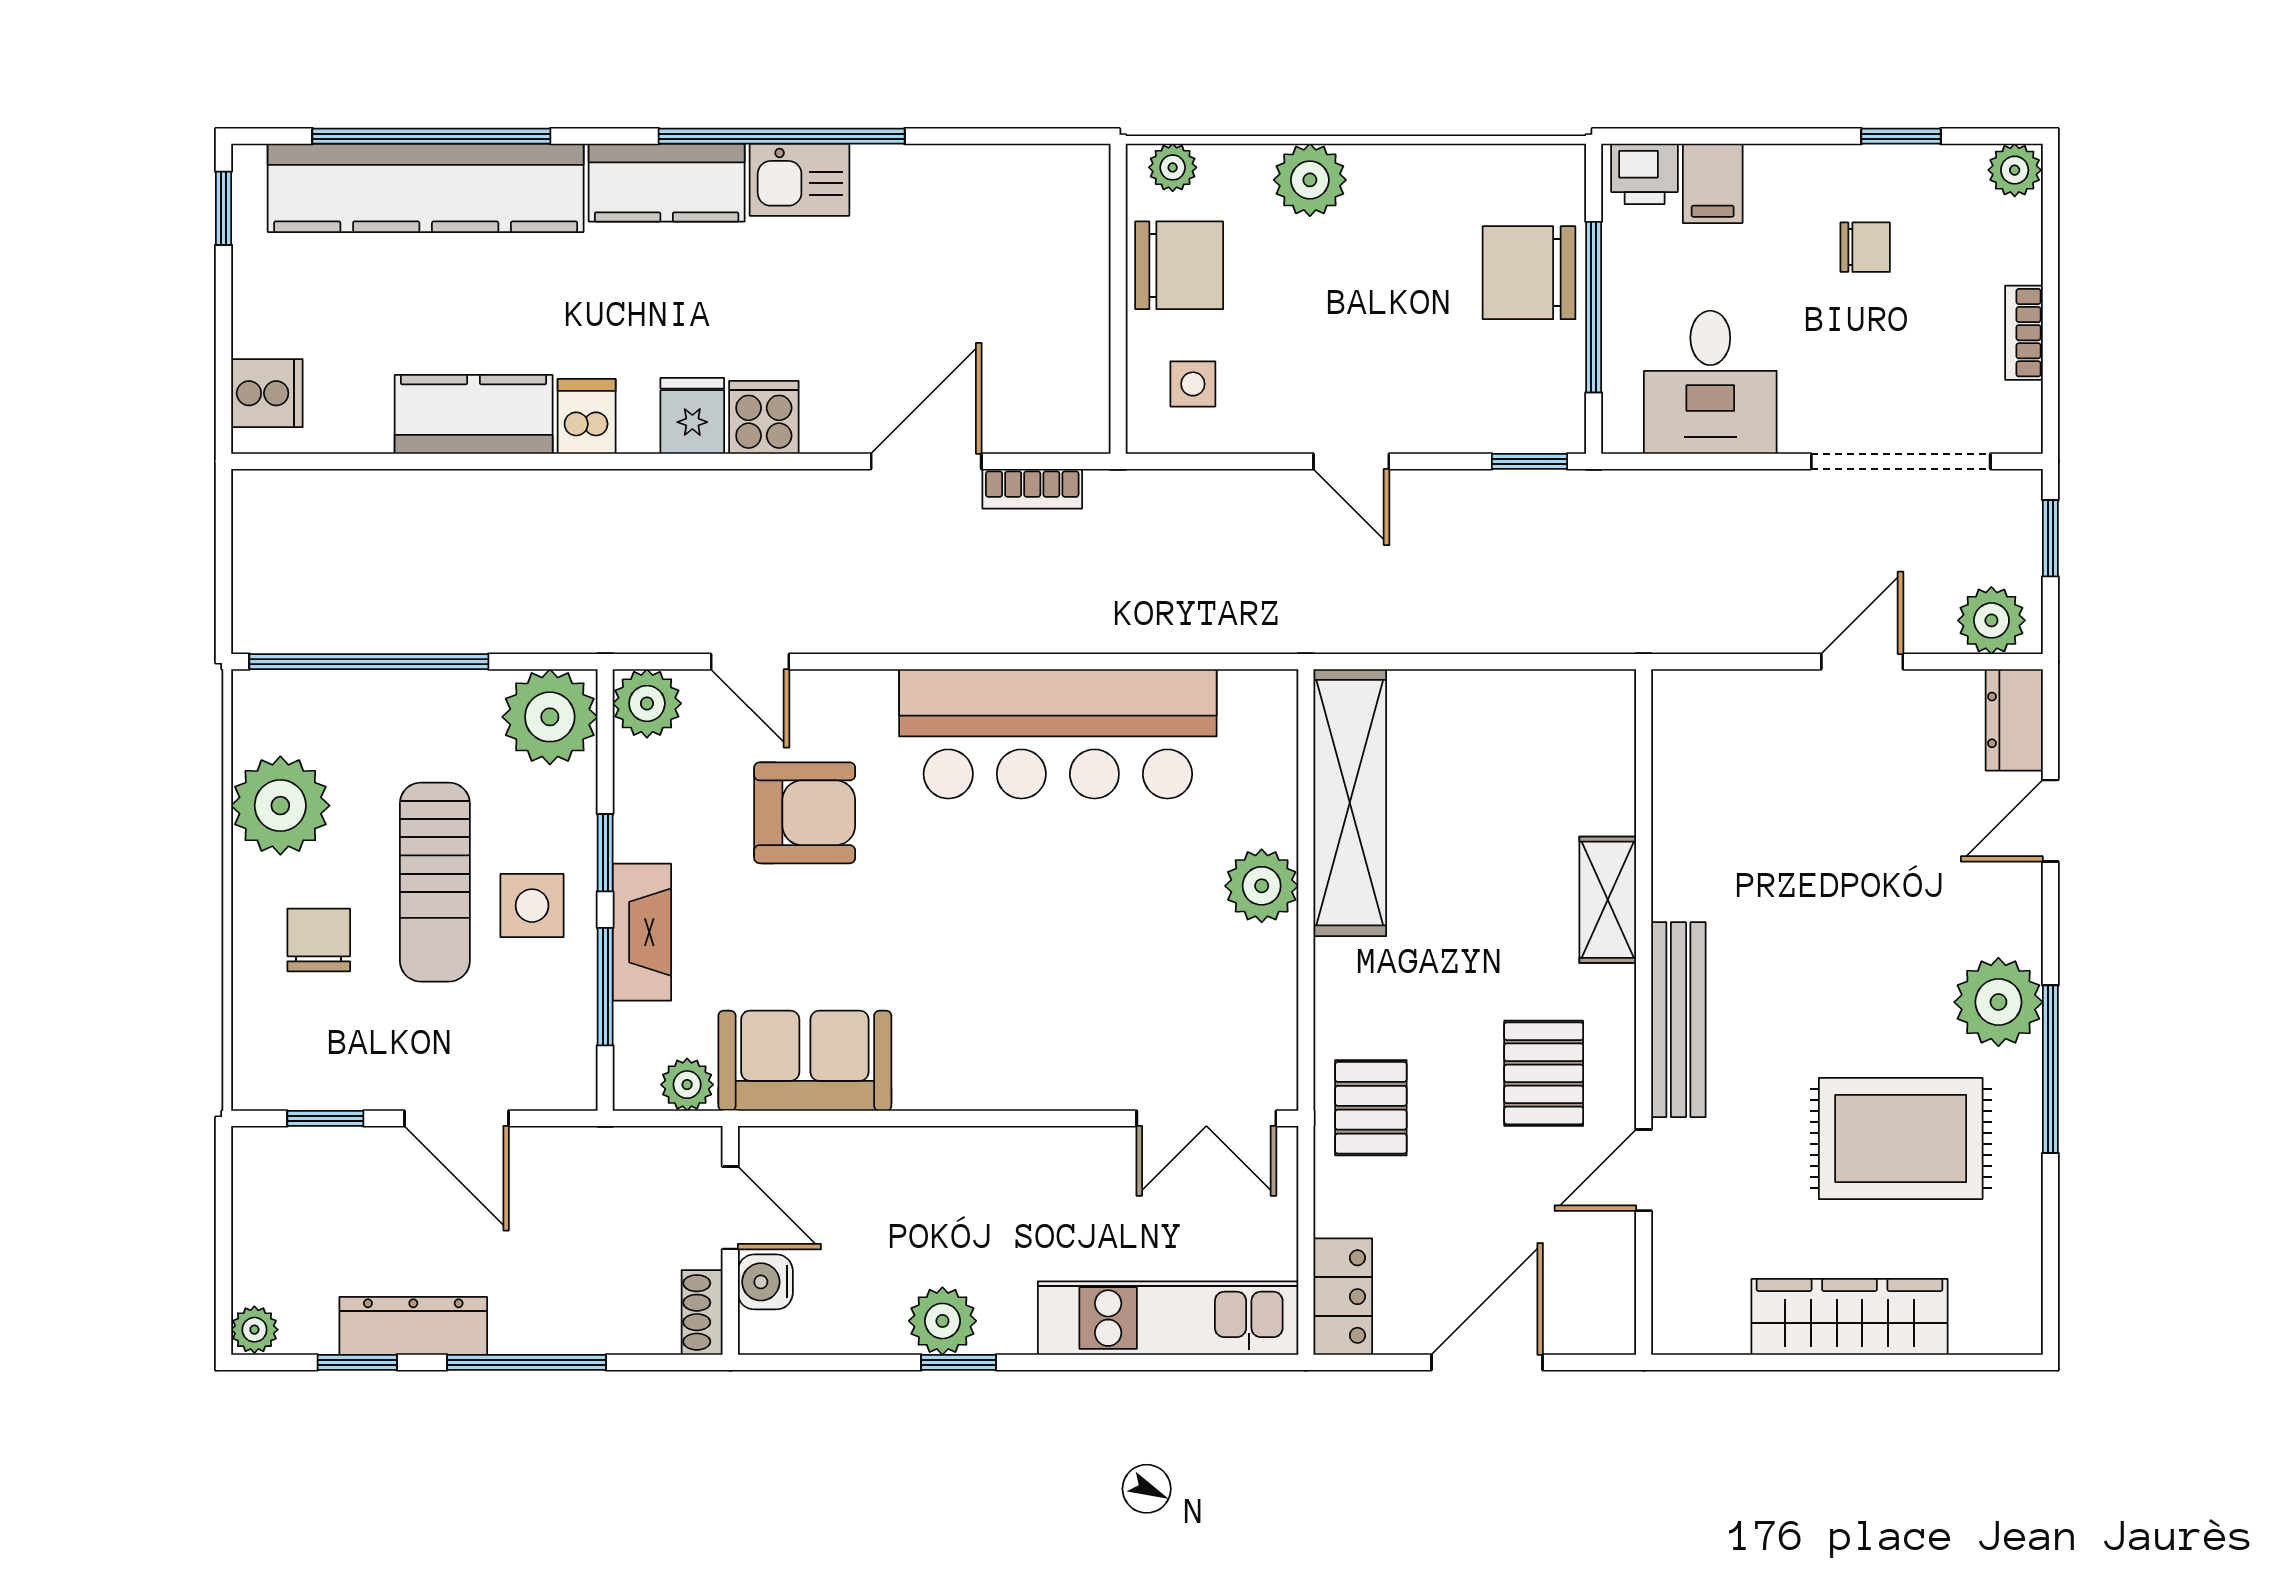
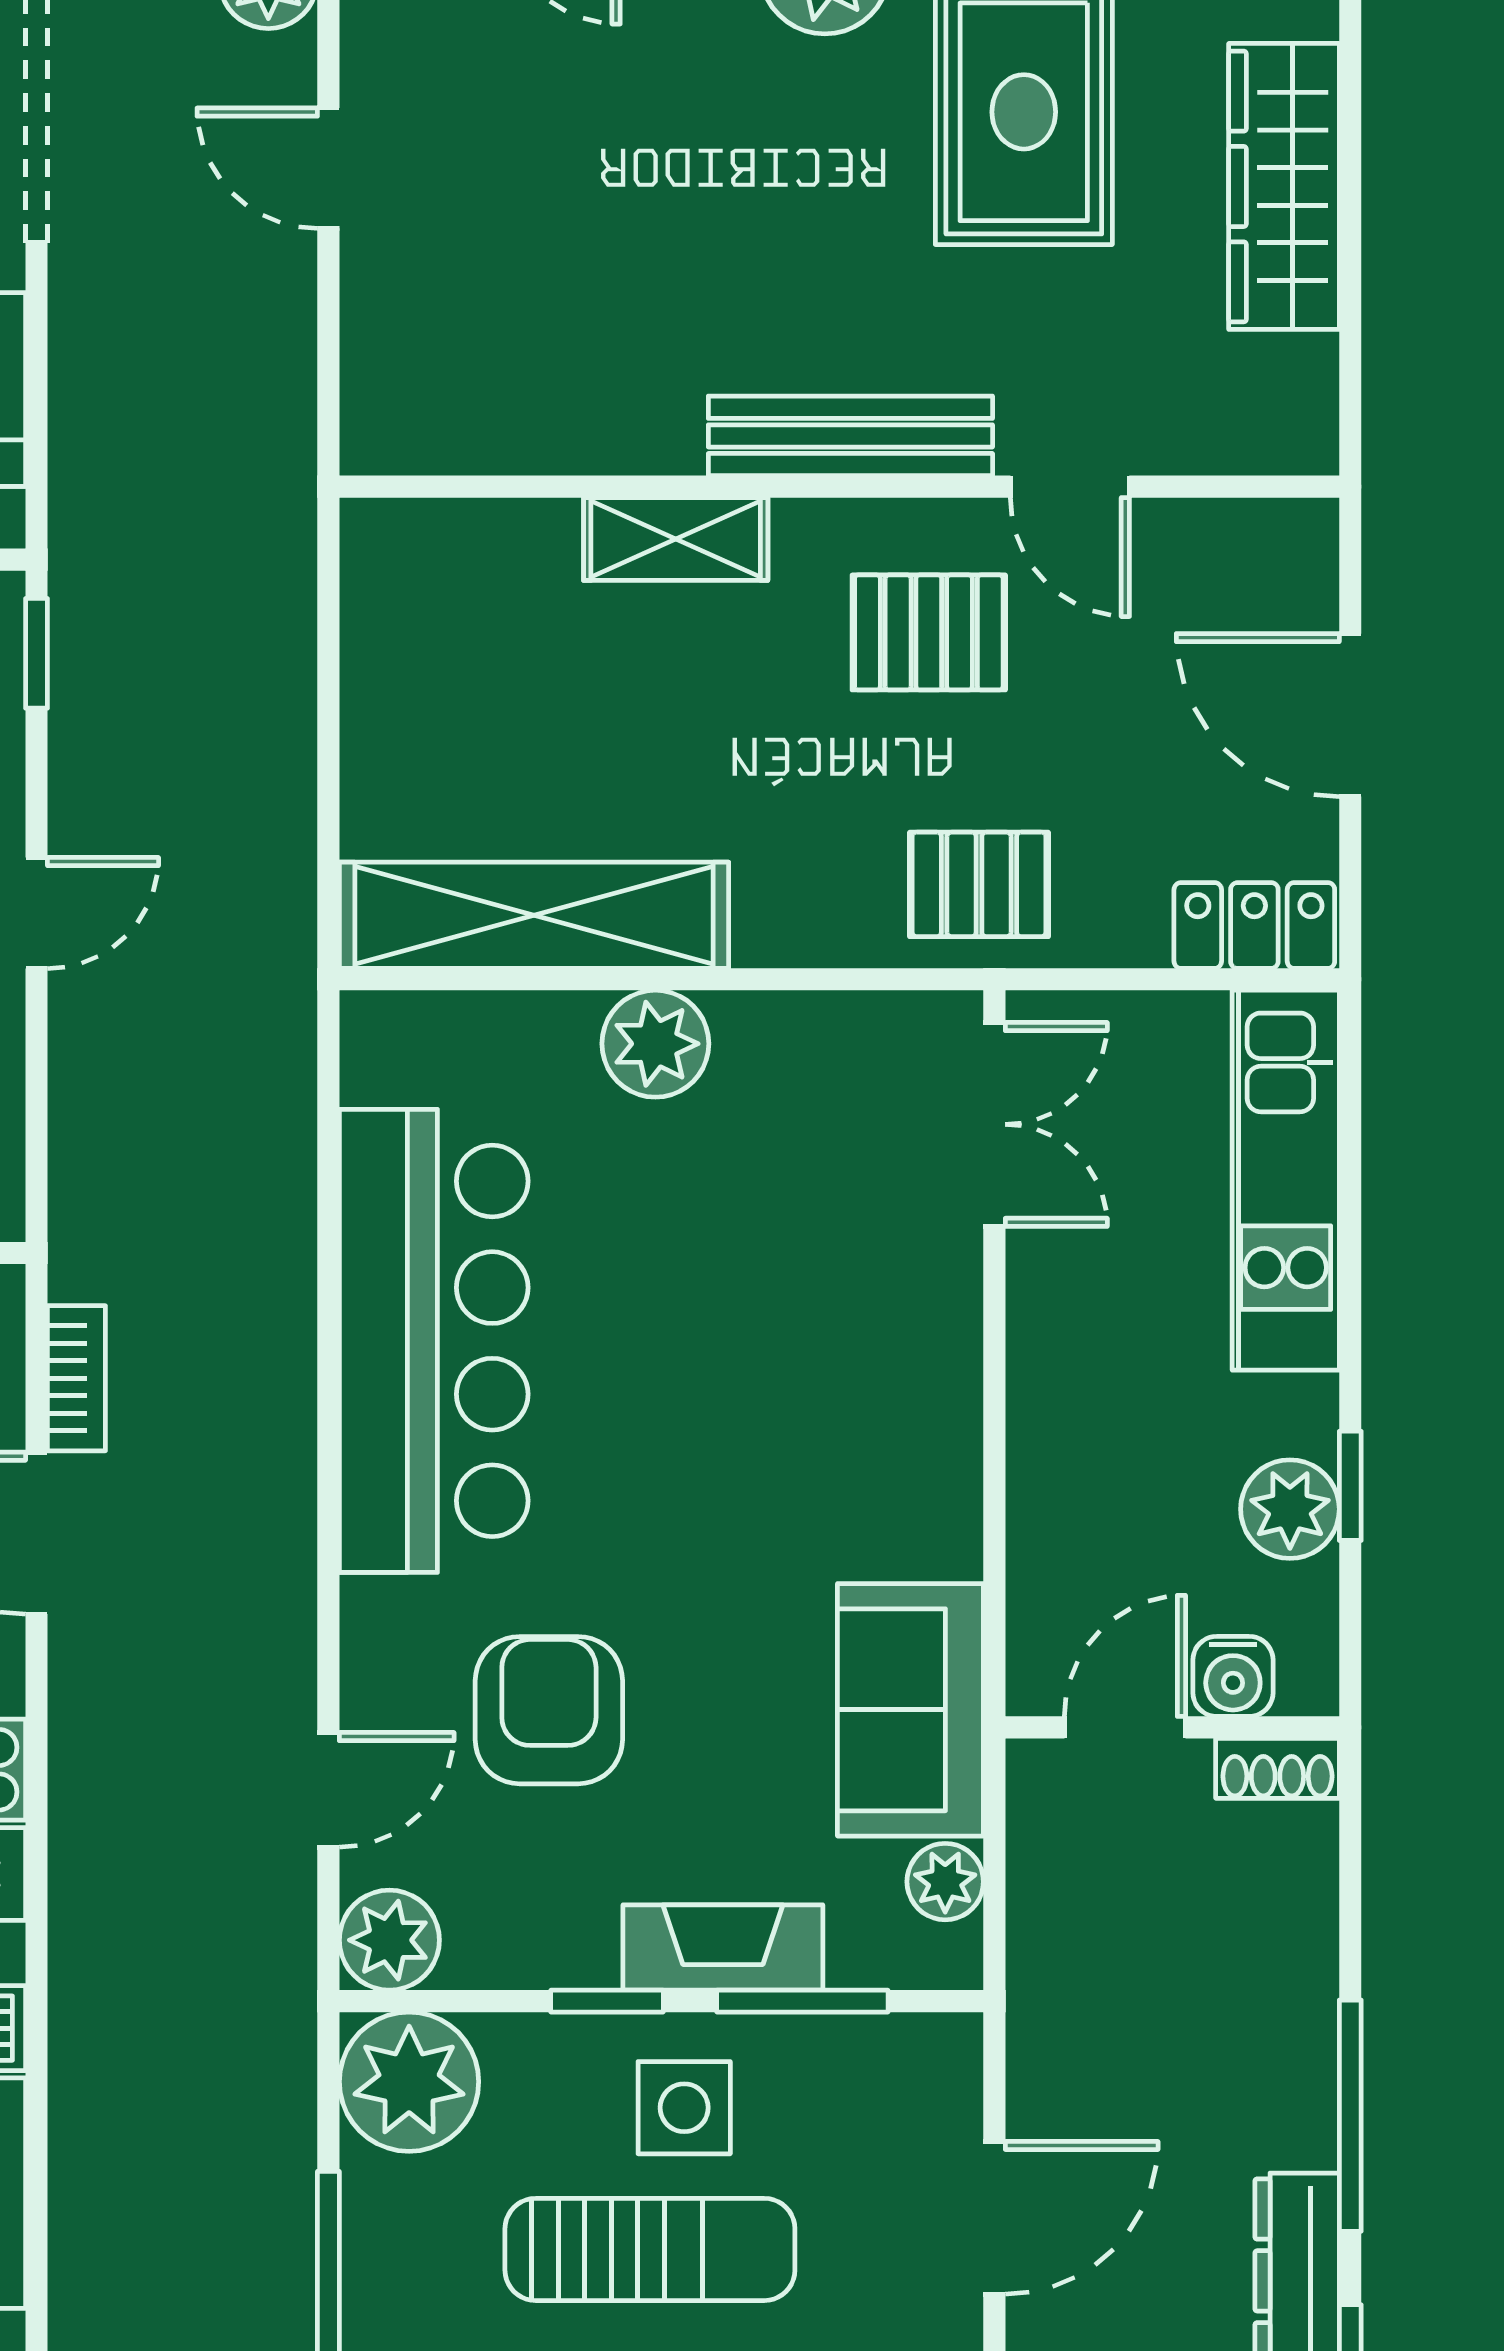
door: (730, 1208) -> (1125, 1727), moved
wall: (730, 1240) -> (1172, 1727), moved
water cooler: (765, 1282) -> (1233, 1676), moved
shoe rack: (702, 1312) -> (1277, 1768), moved

